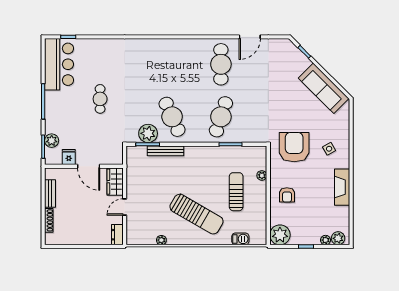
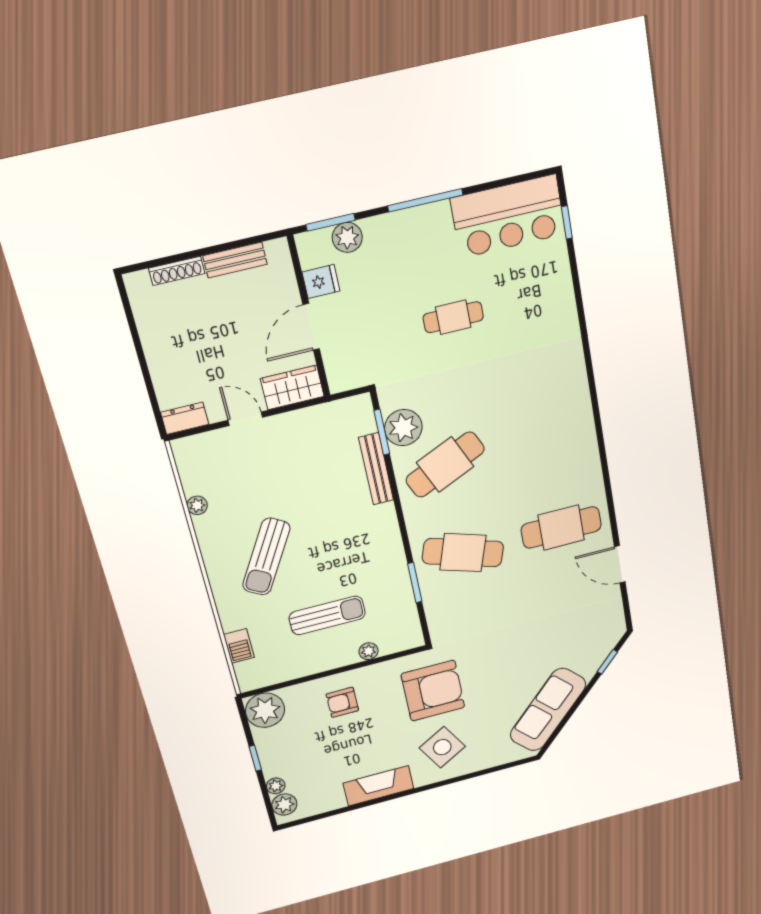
side table: (329, 149) -> (442, 747), width x1.87, depth x1.87
sun lounger: (196, 214) -> (266, 557), width x0.73, depth x0.75

